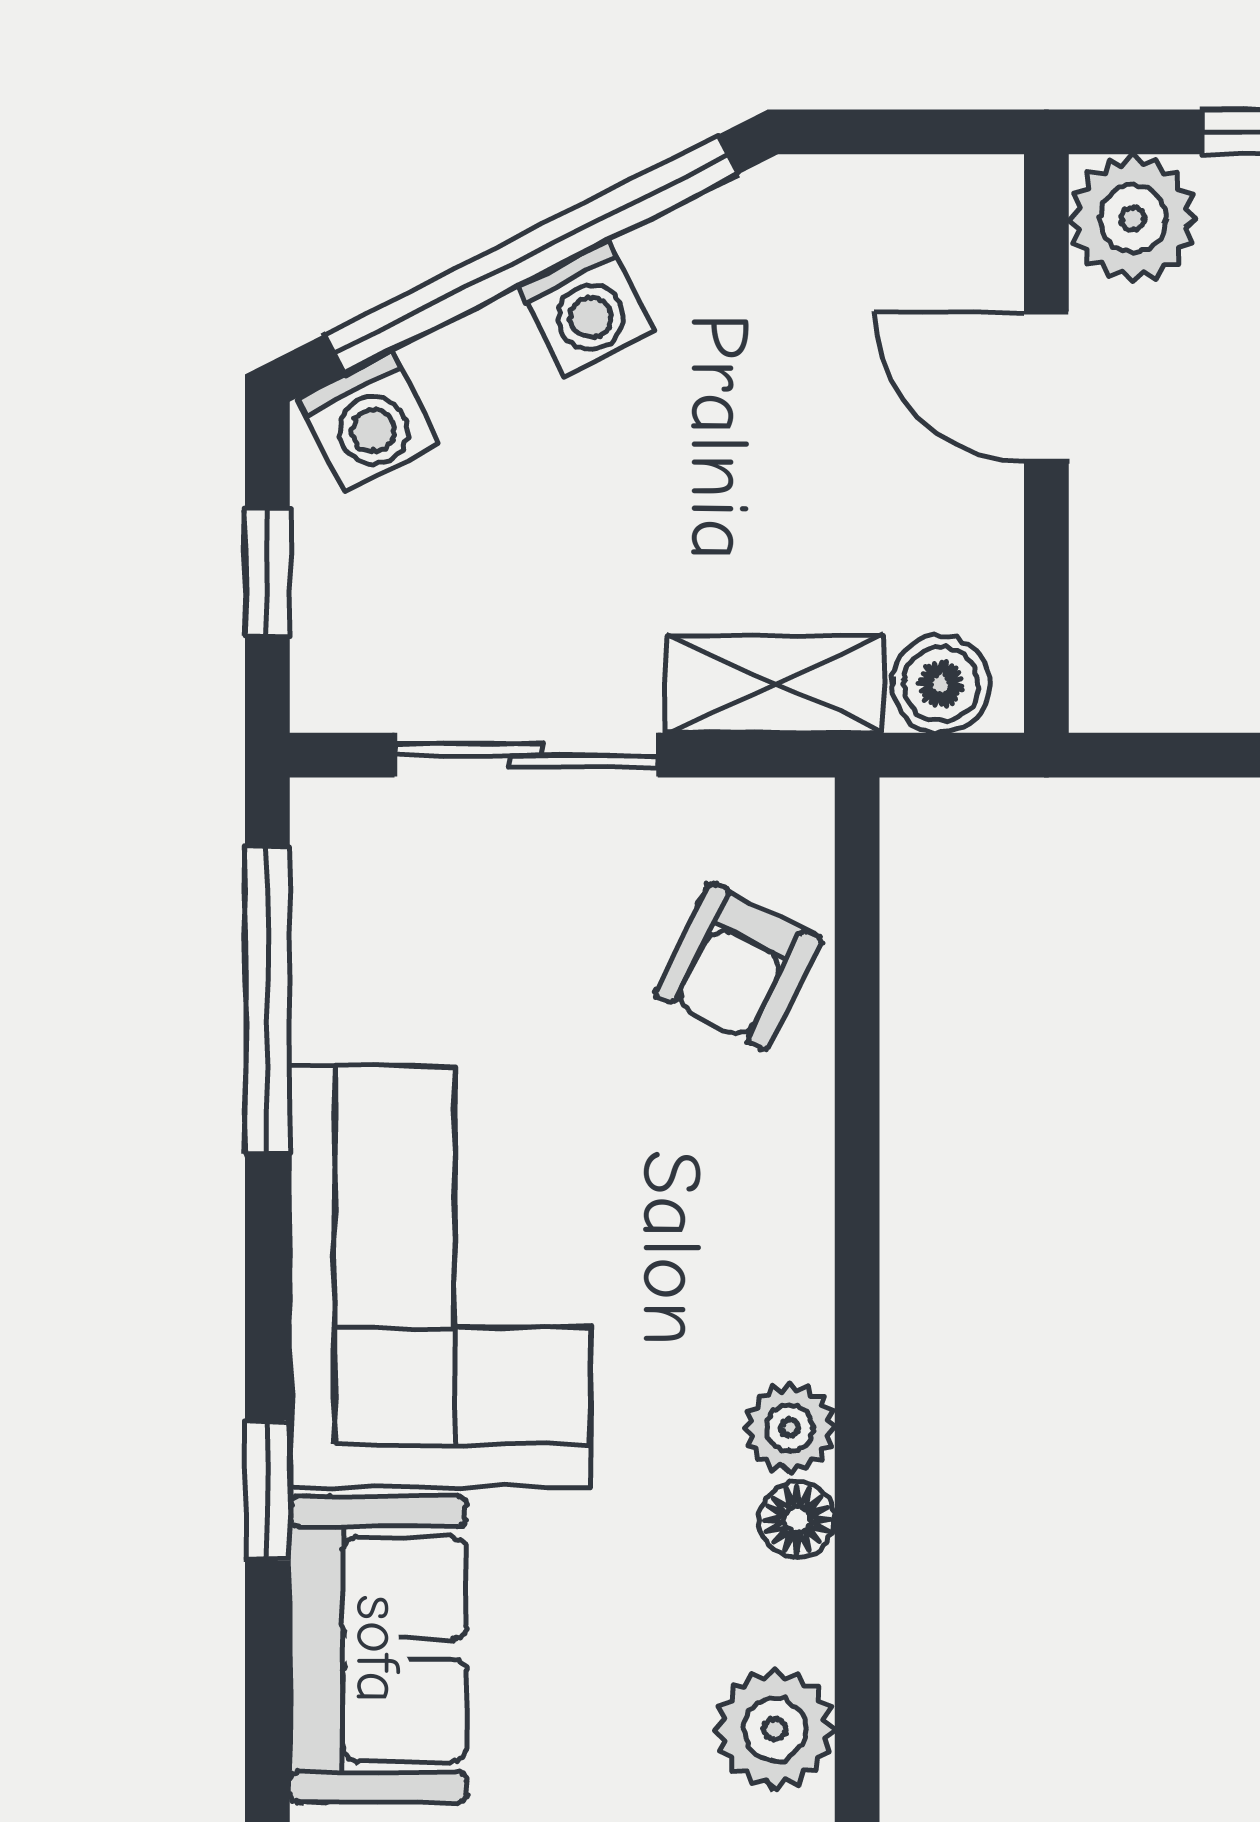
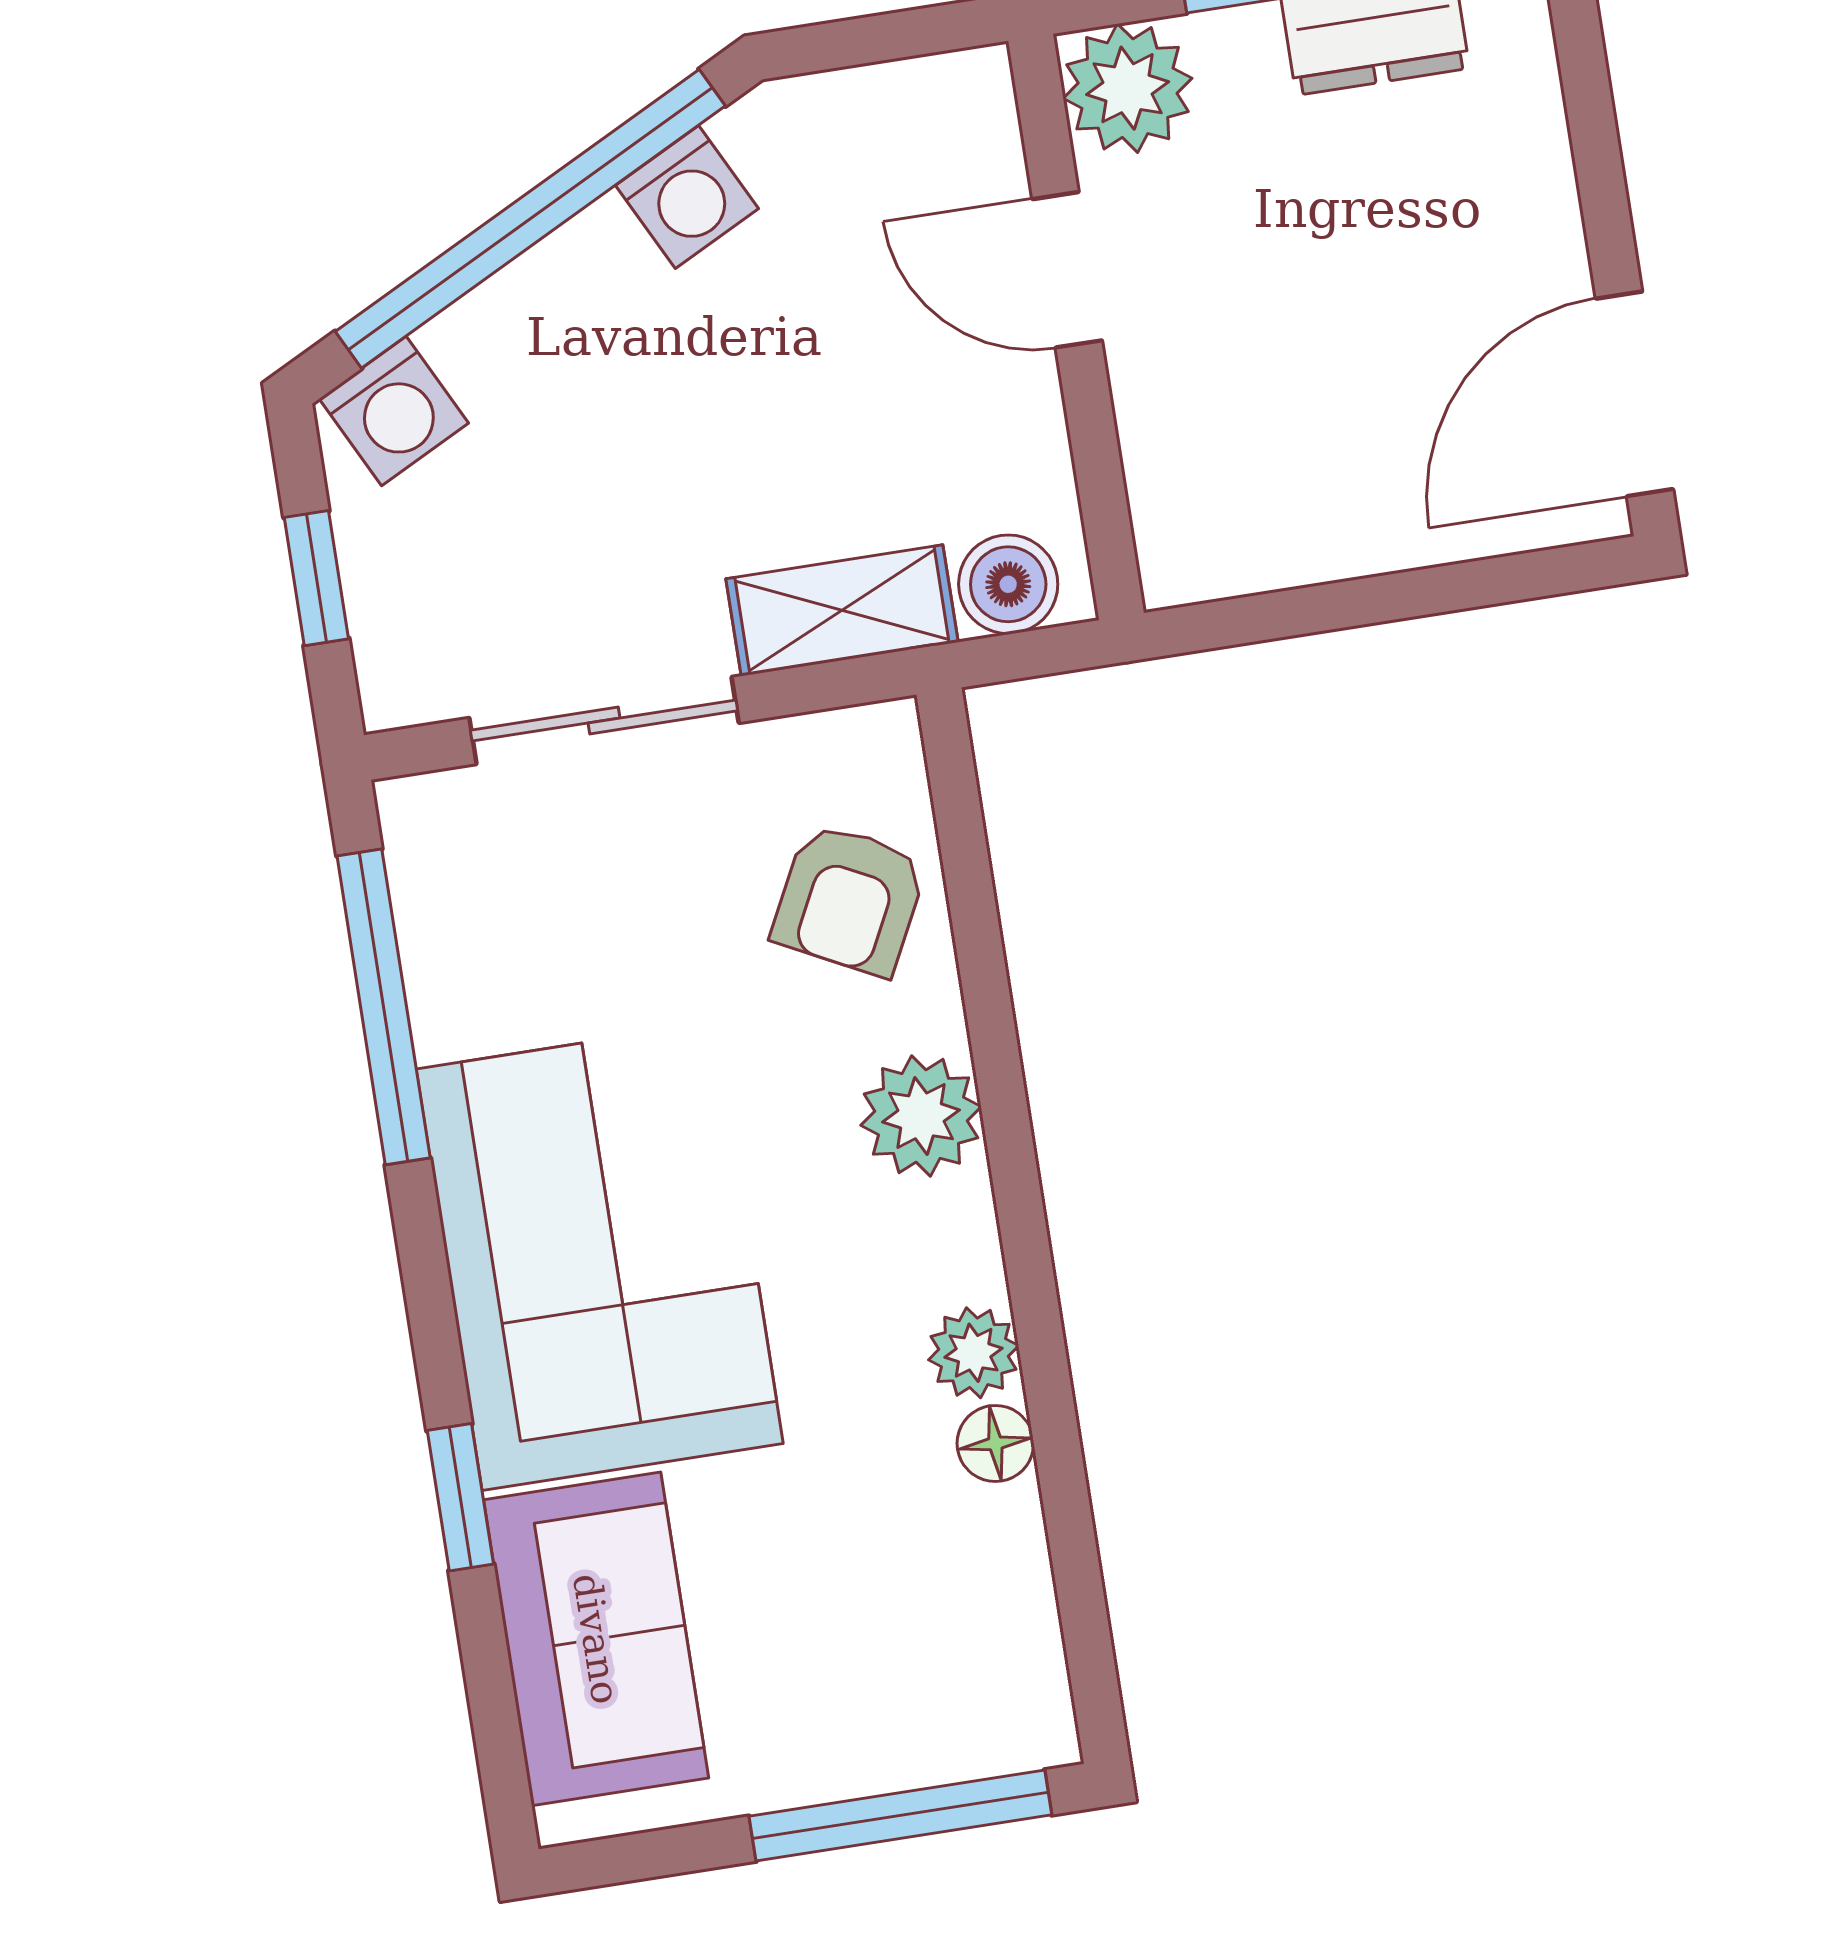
washing machine: (586, 308) -> (687, 197), moved
plant: (775, 1729) -> (921, 1116), moved

